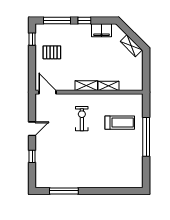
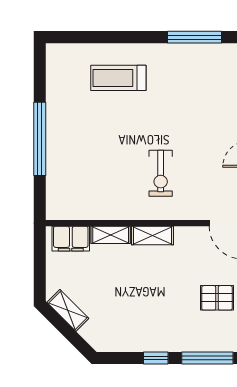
filing cabinet: (101, 30) -> (71, 239), moved, turned 180
treadmill: (120, 123) -> (118, 78), moved

